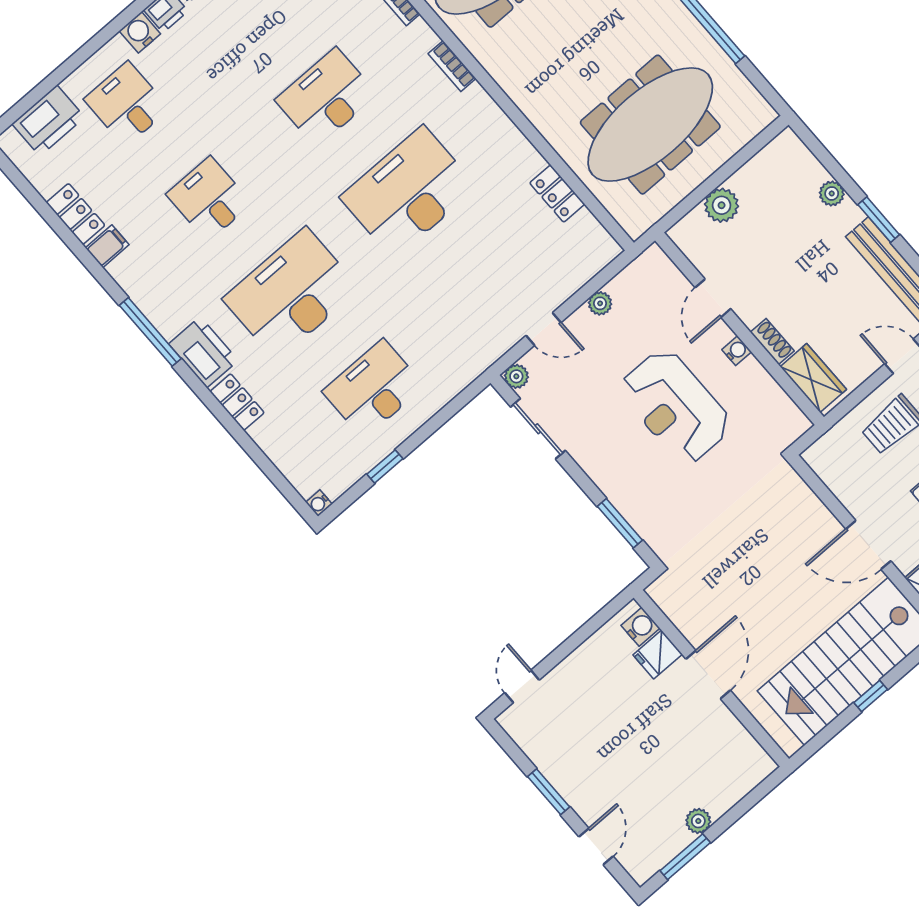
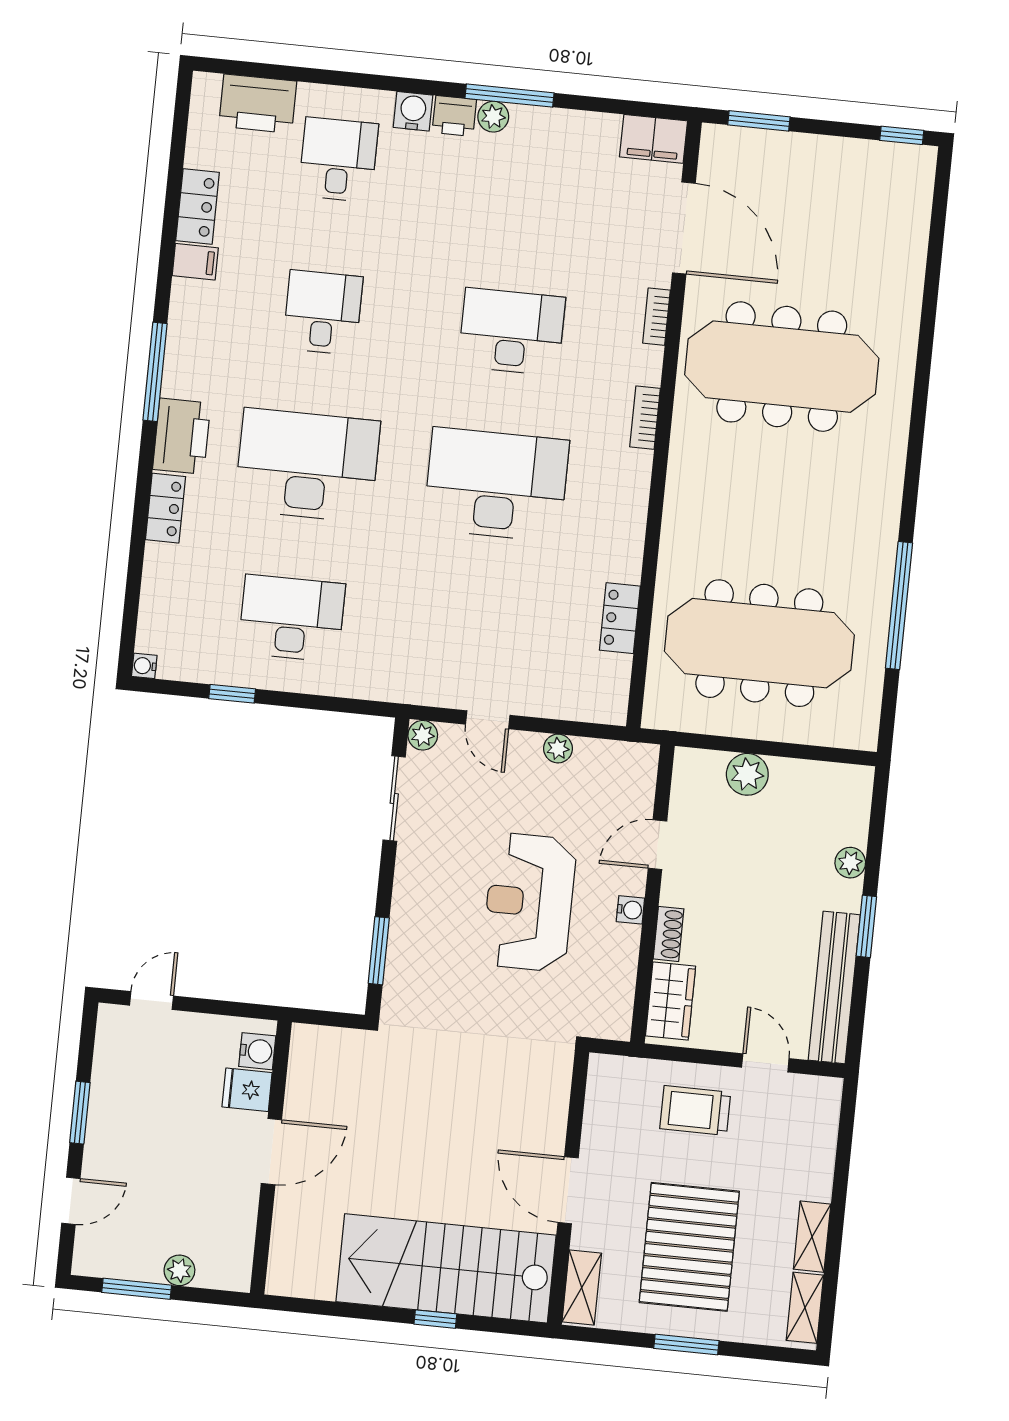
water cooler: (640, 627) -> (257, 1051), moved
fridge: (658, 654) -> (247, 1090), moved
door: (708, 675) -> (271, 1152), moved
wall: (711, 678) -> (271, 1158), moved

